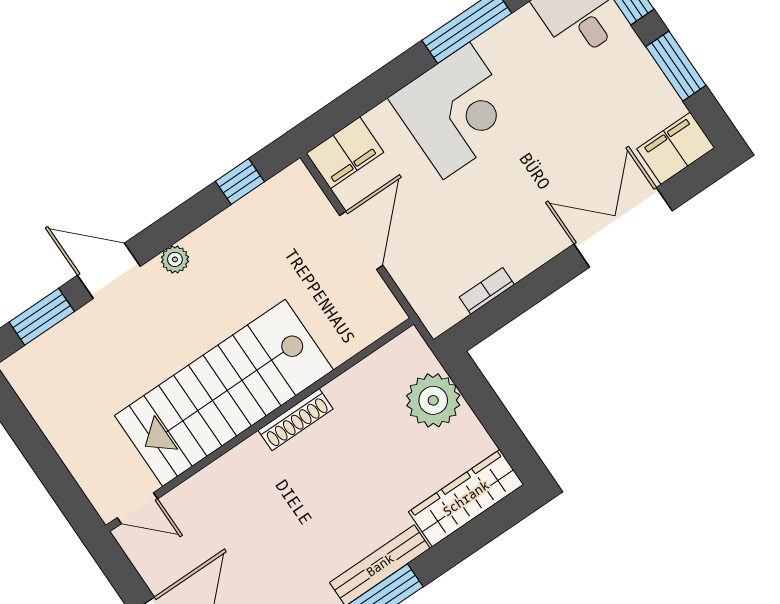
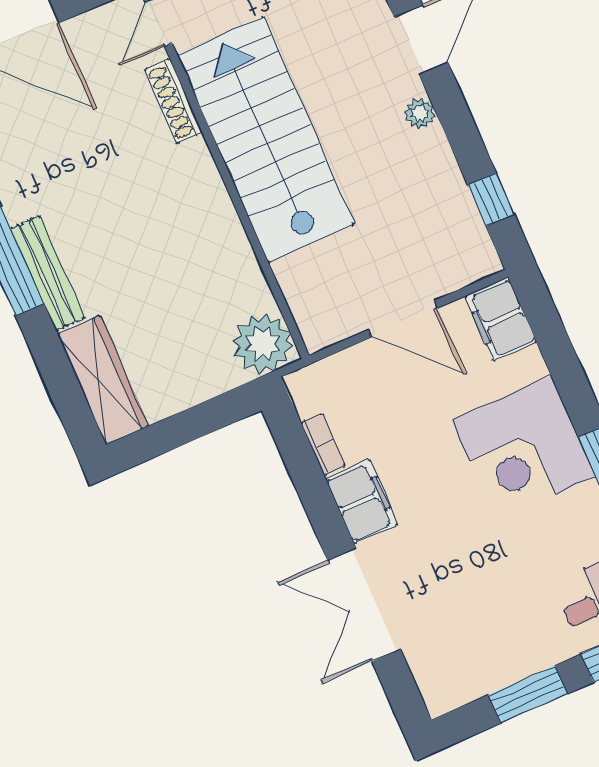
filing cabinet: (676, 148) -> (361, 502), moved
double door: (623, 227) -> (364, 605), swing flipped
plant: (433, 400) -> (262, 344), moved
shoe rack: (296, 420) -> (174, 101), moved

